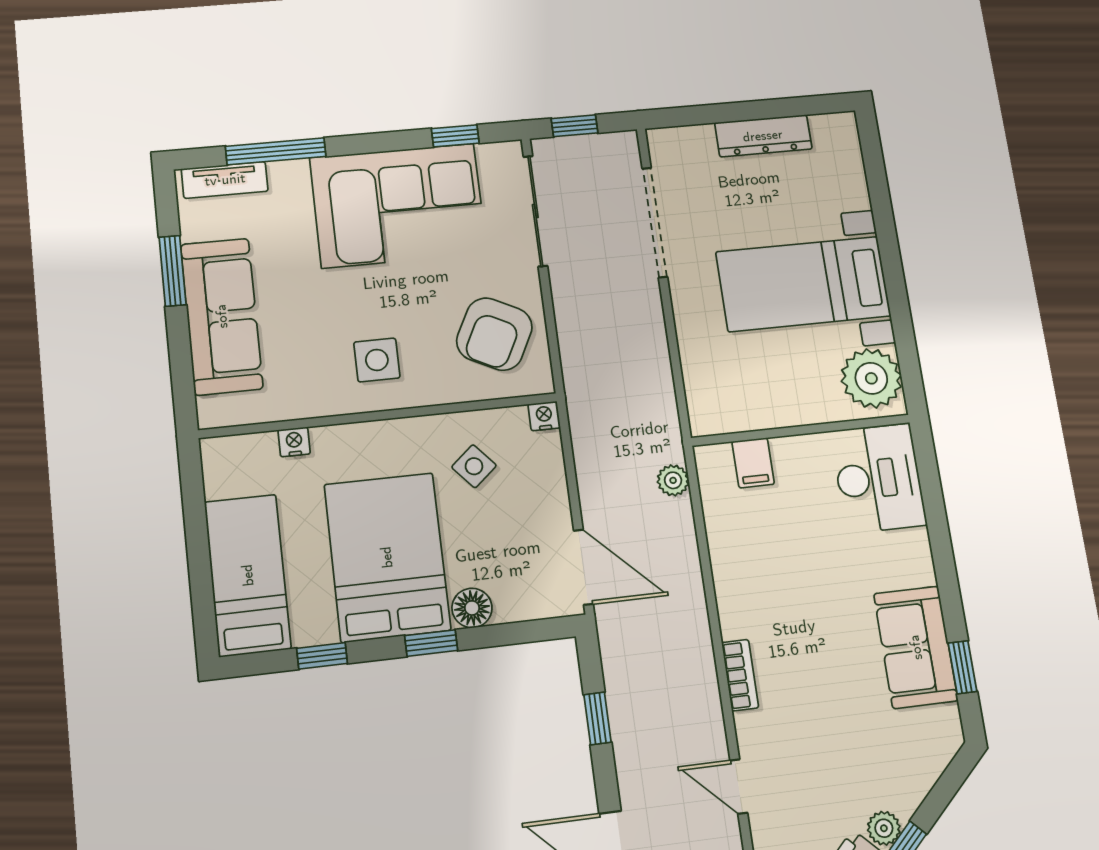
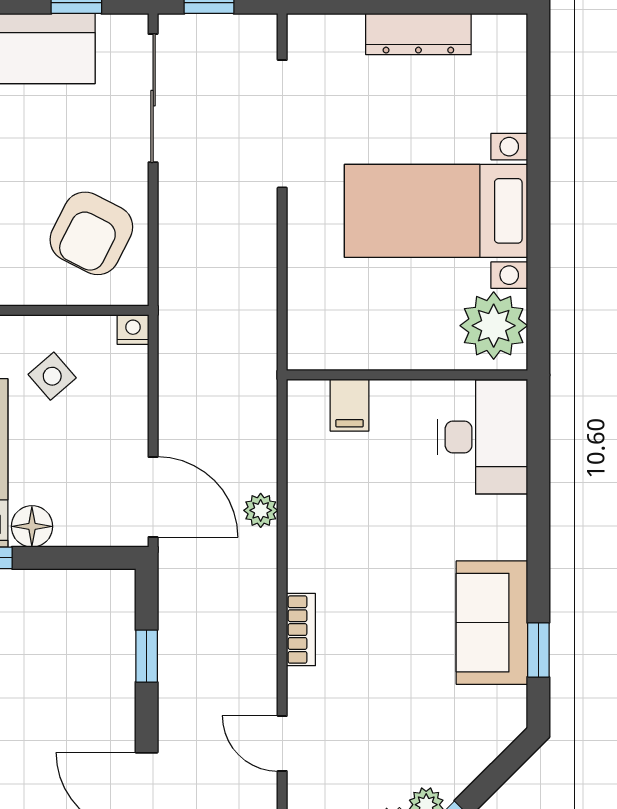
plant: (673, 480) -> (261, 510), moved

